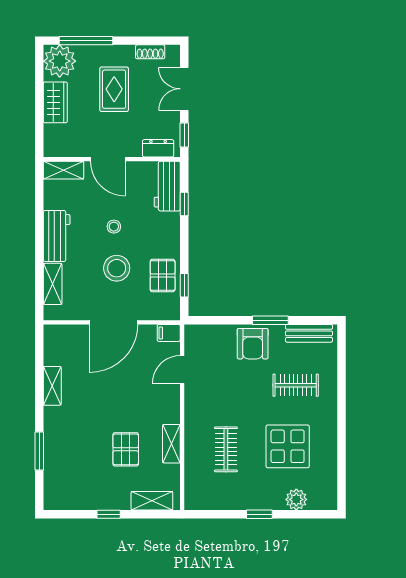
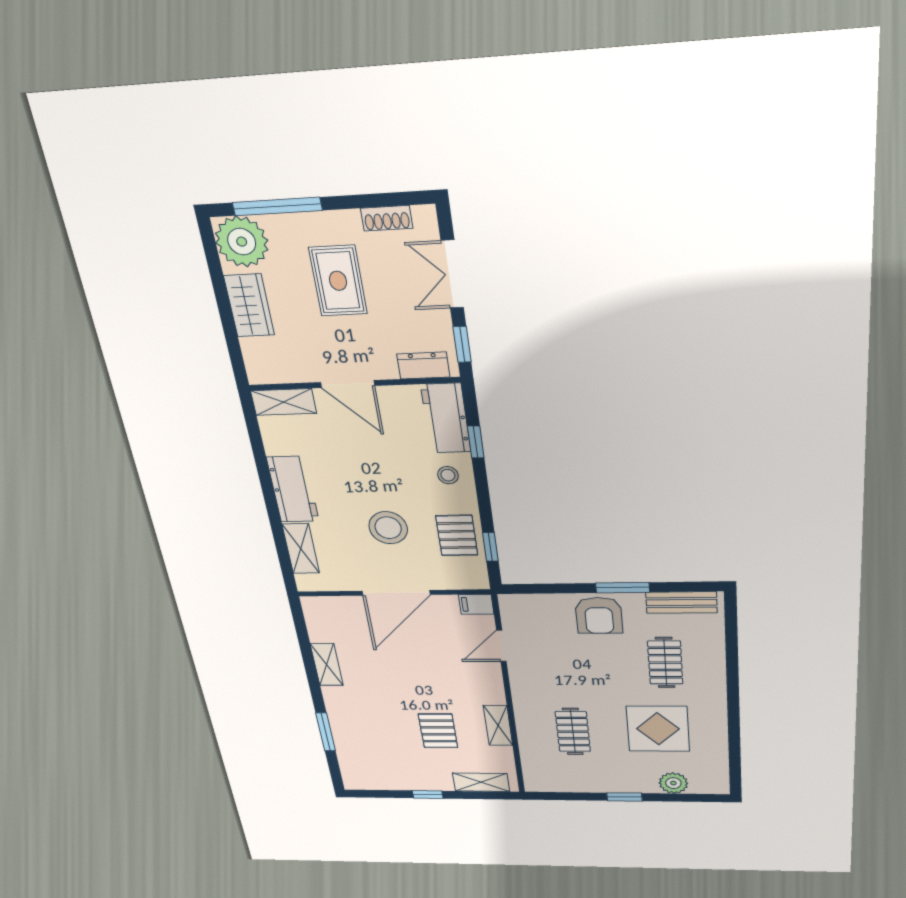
stool: (114, 227) -> (448, 475), moved
clothes rail: (296, 385) -> (665, 663), turned 90

